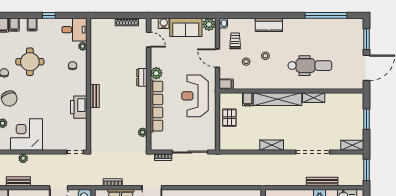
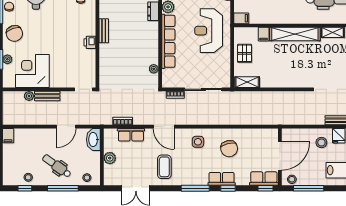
printer: (79, 107) -> (90, 42), width x0.53, depth x0.68
shelving: (272, 145) -> (247, 82), moved
bench: (18, 181) -> (47, 96), moved

